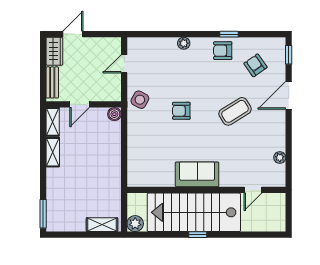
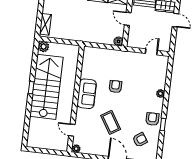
door: (124, 64) -> (151, 52), hinge flipped
side table: (140, 100) -> (126, 60), removed
sofa: (197, 174) -> (87, 94), moved
wall: (206, 190) -> (76, 99), moved
door: (253, 190) -> (72, 130), moved

